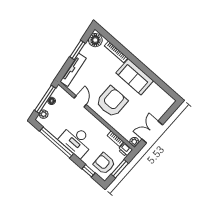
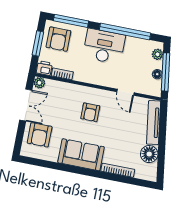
floor lamp: (95, 40) -> (149, 154), moved
window: (77, 50) -> (162, 147), removed
armchair: (112, 102) -> (90, 112), width x0.53, depth x0.53
armchair: (155, 107) -> (40, 135), added
armchair: (104, 164) -> (58, 39), turned 90
window: (89, 171) -> (71, 21), width x2.17

